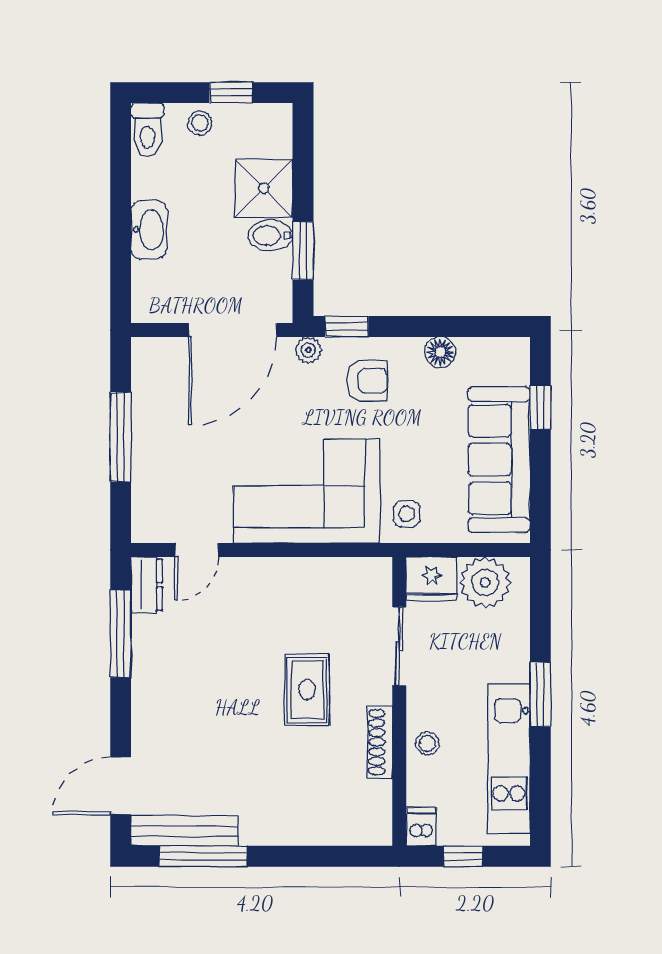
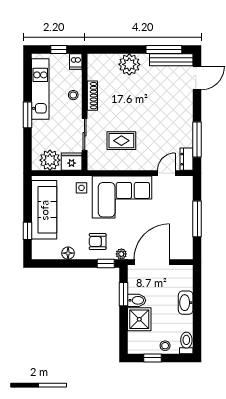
rug: (307, 690) -> (121, 141), moved, turned 90
plant: (288, 819) -> (129, 64), added

